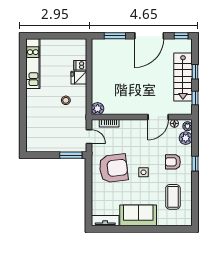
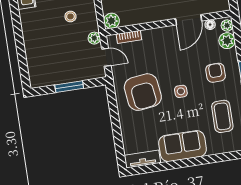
plant: (82, 120) -> (94, 38), added
window: (71, 155) -> (69, 87), moved
armchair: (173, 162) -> (216, 73), turned 89
armchair: (113, 168) -> (143, 92), turned 90

